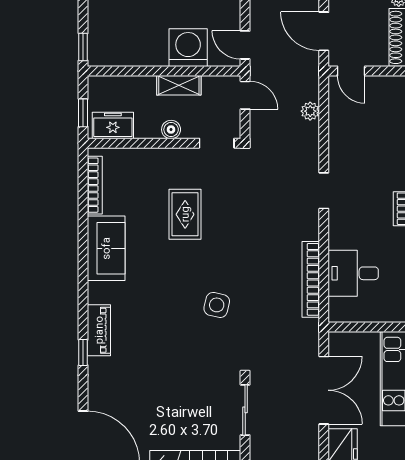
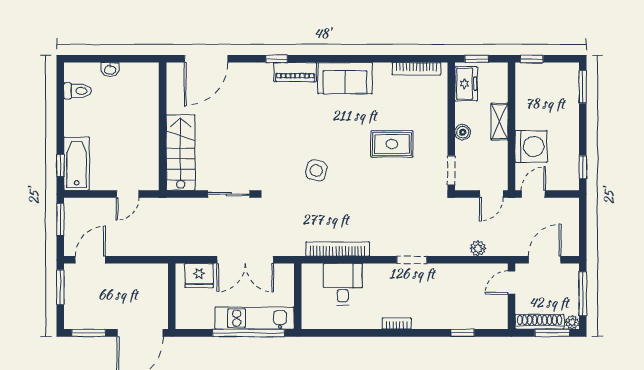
shelving: (179, 85) -> (500, 122), moved
sofa: (106, 248) -> (345, 78), moved

